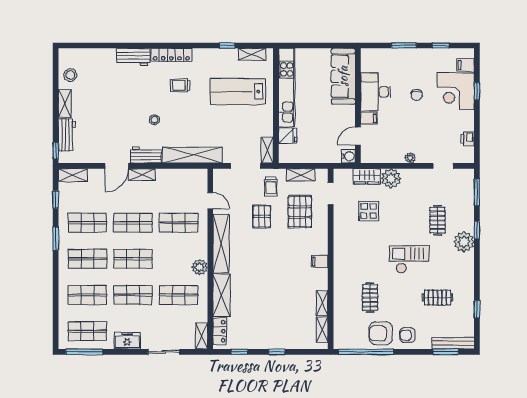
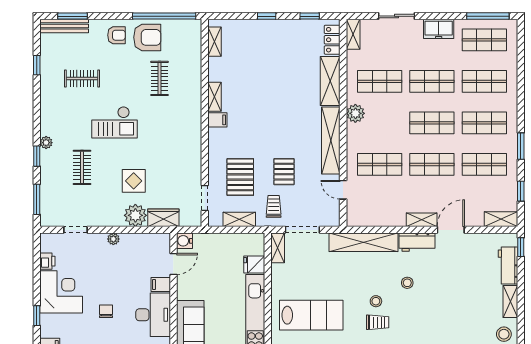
corner desk: (456, 91) -> (61, 292), moved
stool: (182, 104) -> (376, 301), added
display table: (369, 211) -> (134, 181), moved
plant: (464, 242) -> (46, 143), width x0.53, depth x0.53
shelving: (322, 303) -> (215, 97), moved

